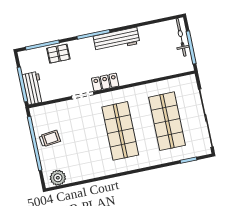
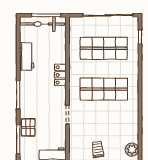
bicycle: (181, 37) -> (42, 24), width x1.37, depth x1.40
workbench: (117, 40) -> (27, 57), moved, width x0.73
locker: (105, 82) -> (60, 75), moved

